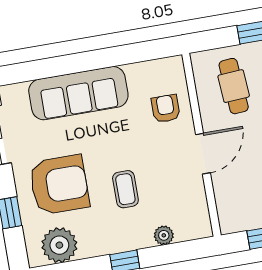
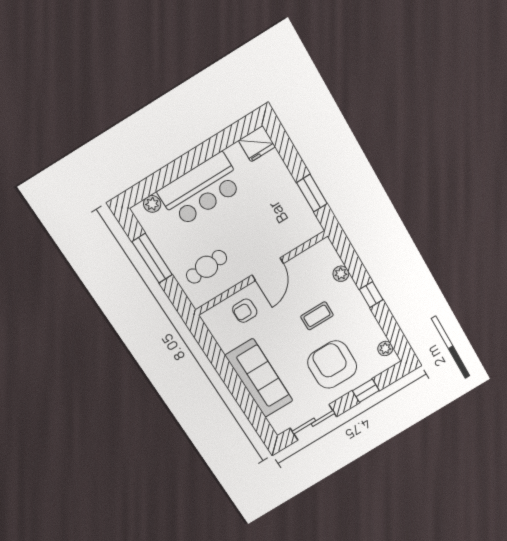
door: (203, 154) -> (268, 269), swing flipped
plant: (59, 245) -> (385, 349), width x0.53, depth x0.53

